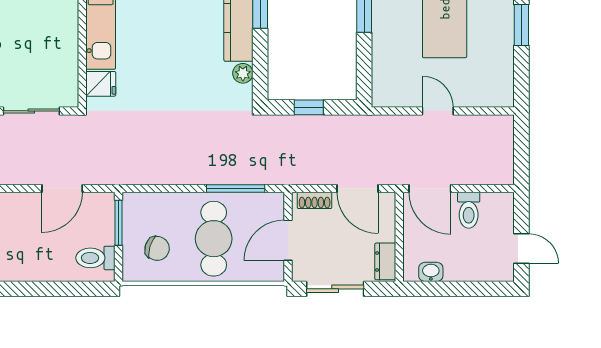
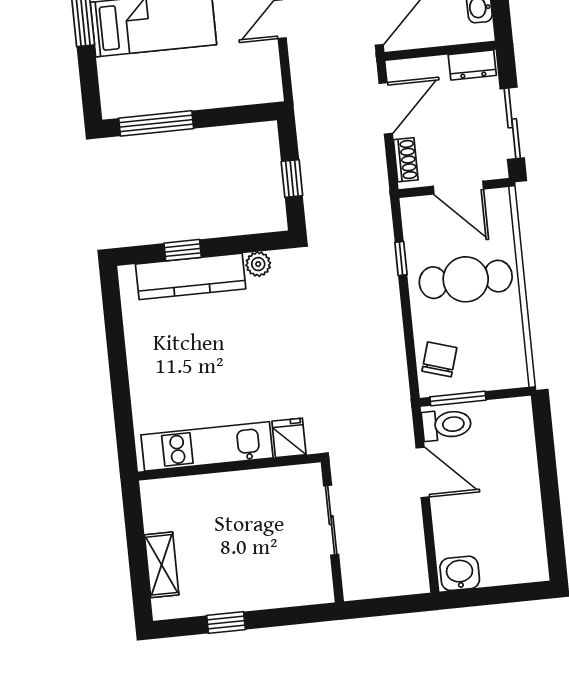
window: (236, 188) -> (401, 259), width x0.46
chair: (157, 248) -> (439, 359), moved
toilet: (95, 258) -> (447, 425), moved, turned -90

